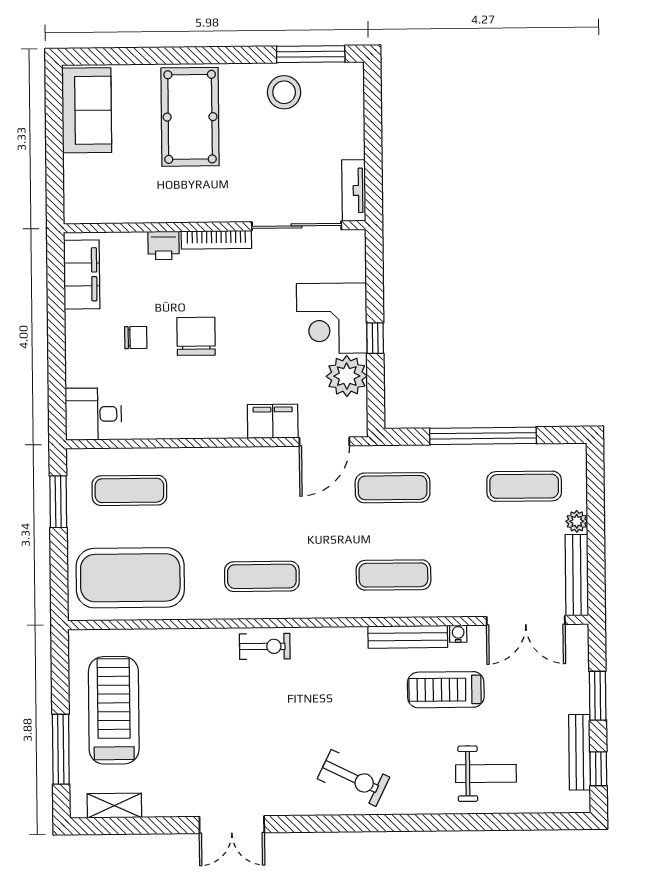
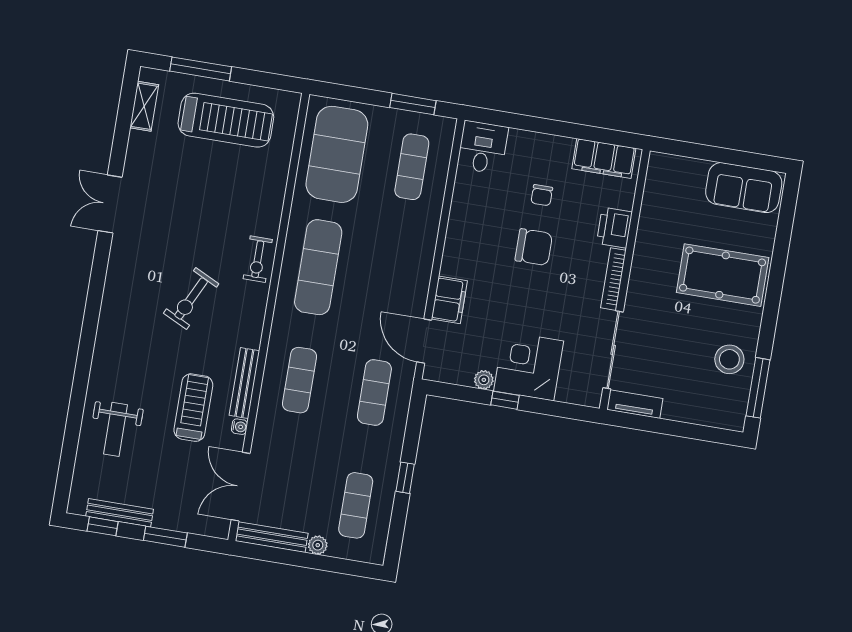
printer: (164, 245) -> (614, 228), width x1.36, depth x1.24
plant: (347, 376) -> (484, 380), width x0.53, depth x0.53
window: (483, 436) -> (405, 478), width x0.32
exercise mat: (262, 576) -> (318, 267), width x1.36, depth x1.45
exercise bike: (354, 778) -> (191, 298), moved

